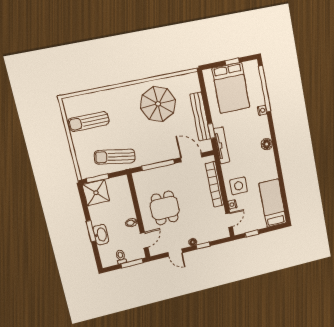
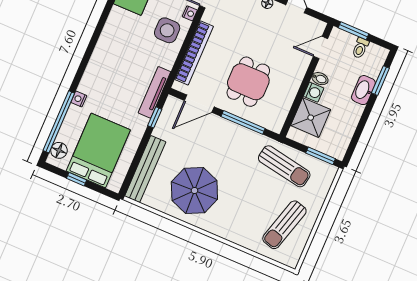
bench: (200, 117) -> (145, 169), moved
sun lounger: (89, 121) -> (284, 225), turned 106
floor lamp: (267, 144) -> (59, 150), moved
door: (191, 157) -> (199, 104), hinge flipped
shower: (96, 193) -> (311, 118), moved
dining table: (165, 208) -> (248, 82), moved
washing machine: (129, 212) -> (314, 92), added
window: (91, 231) -> (380, 81), moved

